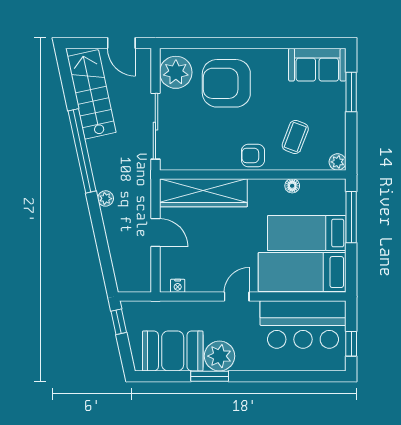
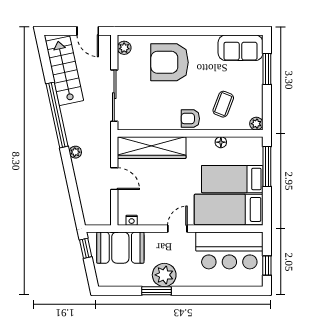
plant: (176, 72) -> (124, 48), width x0.53, depth x0.53
booth: (173, 351) -> (120, 248), moved

